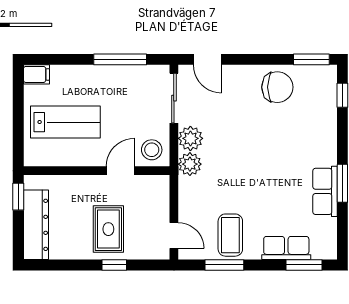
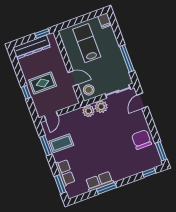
chair: (277, 87) -> (142, 140), turned 180
lab bench: (65, 122) -> (87, 43), turned 180

